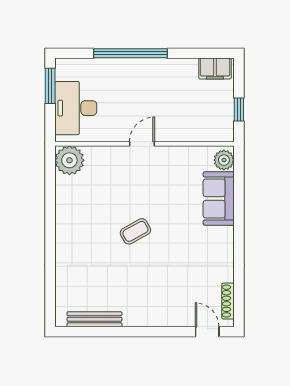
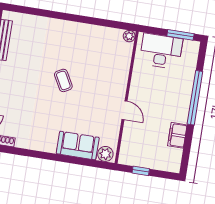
filing cabinet: (215, 69) -> (177, 135), moved
door: (142, 144) -> (125, 110), moved
plant: (69, 160) -> (129, 36), width x0.53, depth x0.53

